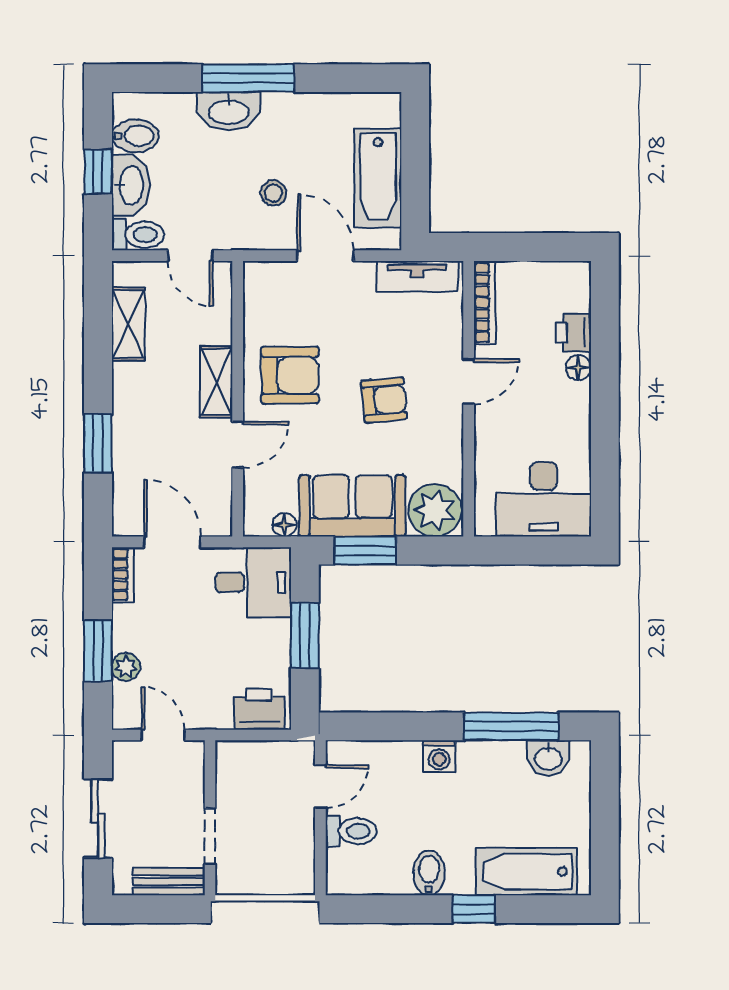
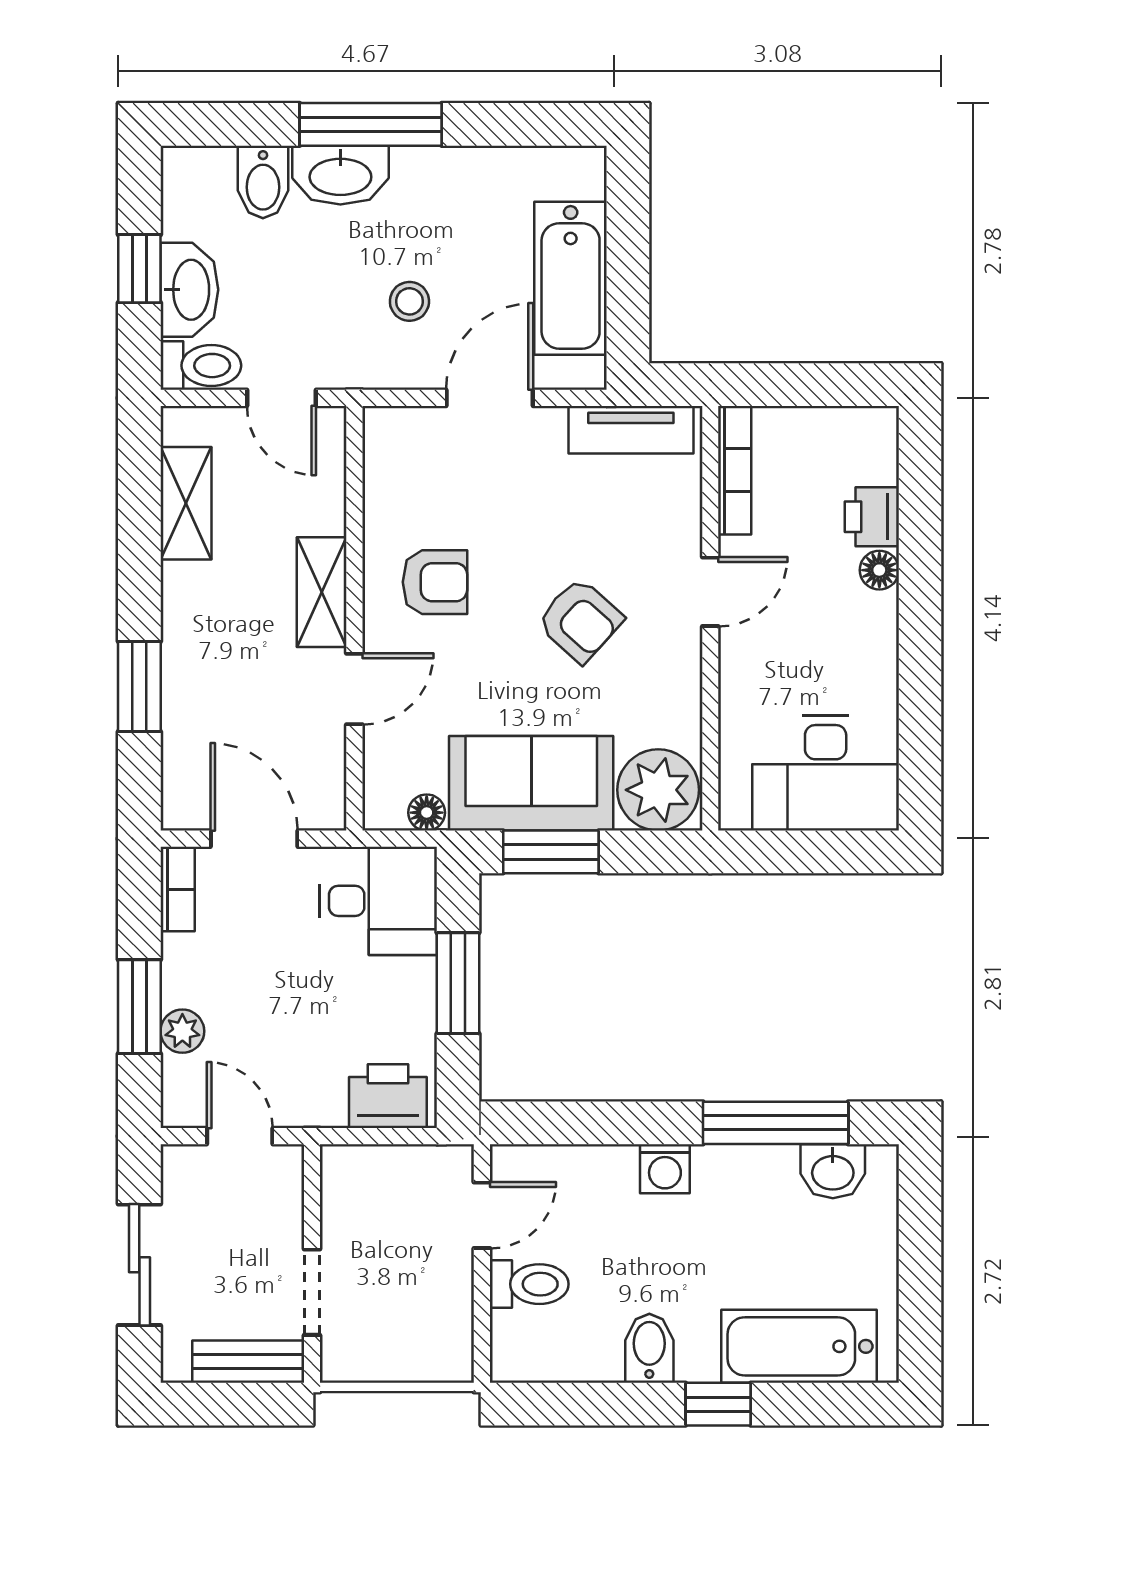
bidet: (135, 136) -> (263, 182), moved, turned 90
door: (325, 256) -> (490, 398), hinge flipped
armchair: (290, 375) -> (435, 582), width x0.72, depth x0.72
armchair: (384, 400) -> (580, 620), turned 47

